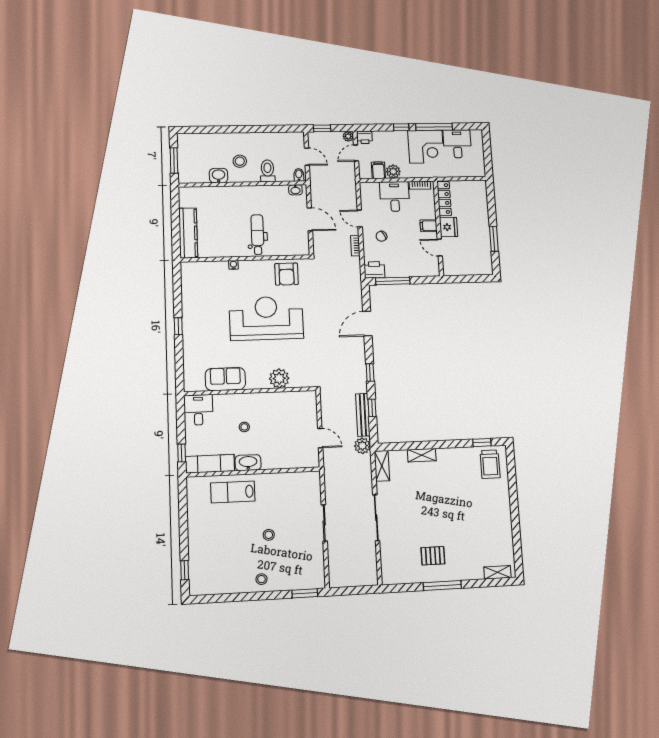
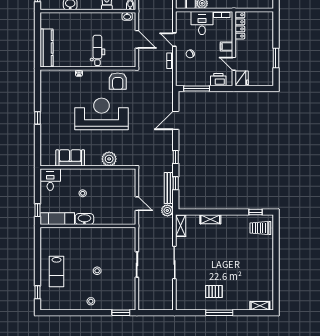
fridge: (448, 227) -> (242, 78), moved
printer: (374, 270) -> (218, 80), moved
trolley: (490, 464) -> (260, 228), turned 90
lab bench: (233, 492) -> (56, 272), moved, turned -90

